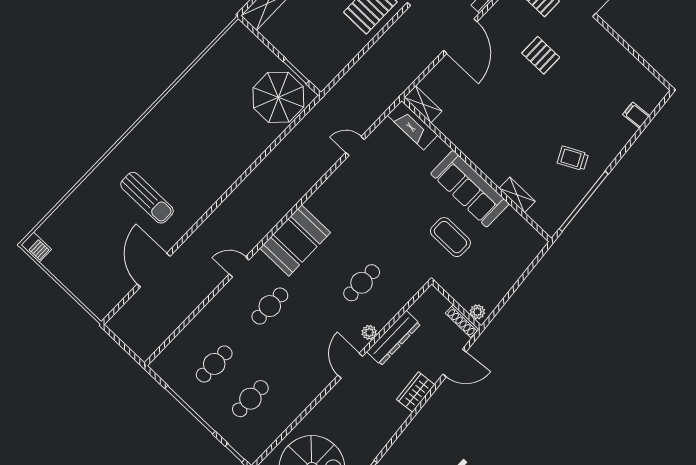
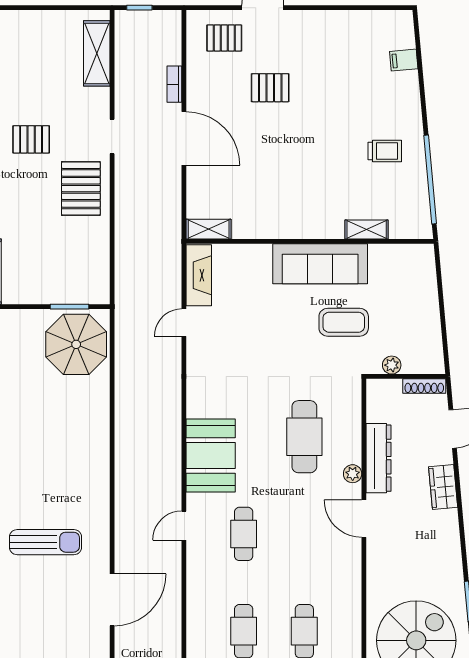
fireplace: (413, 125) -> (199, 275), moved, turned -90
trolley: (573, 158) -> (385, 151), turned -153
door: (154, 270) -> (112, 600), swing flipped
cafe table: (362, 283) -> (304, 437), width x1.37, depth x1.35
plant: (477, 312) -> (392, 365), moved

